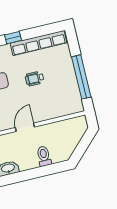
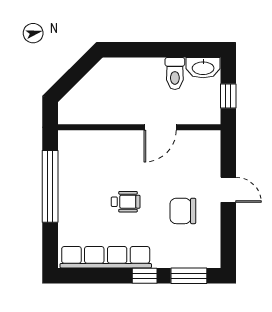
toilet: (44, 156) -> (175, 73), moved

